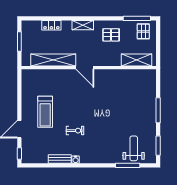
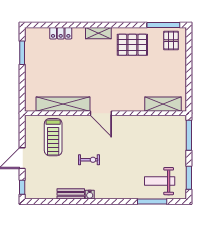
pallet: (111, 35) -> (132, 45), width x1.50, depth x1.42
shelving: (53, 60) -> (63, 104), moved
shelving: (137, 60) -> (163, 104), moved
door: (85, 68) -> (101, 113), moved
wall: (89, 68) -> (106, 113), moved
weight bench: (134, 148) -> (160, 181), turned -90

